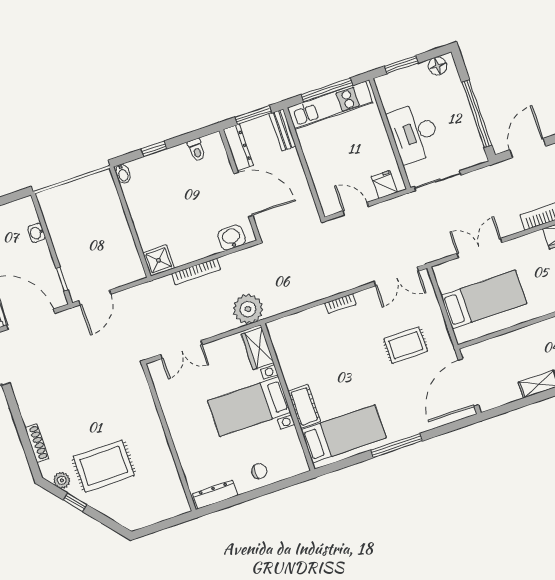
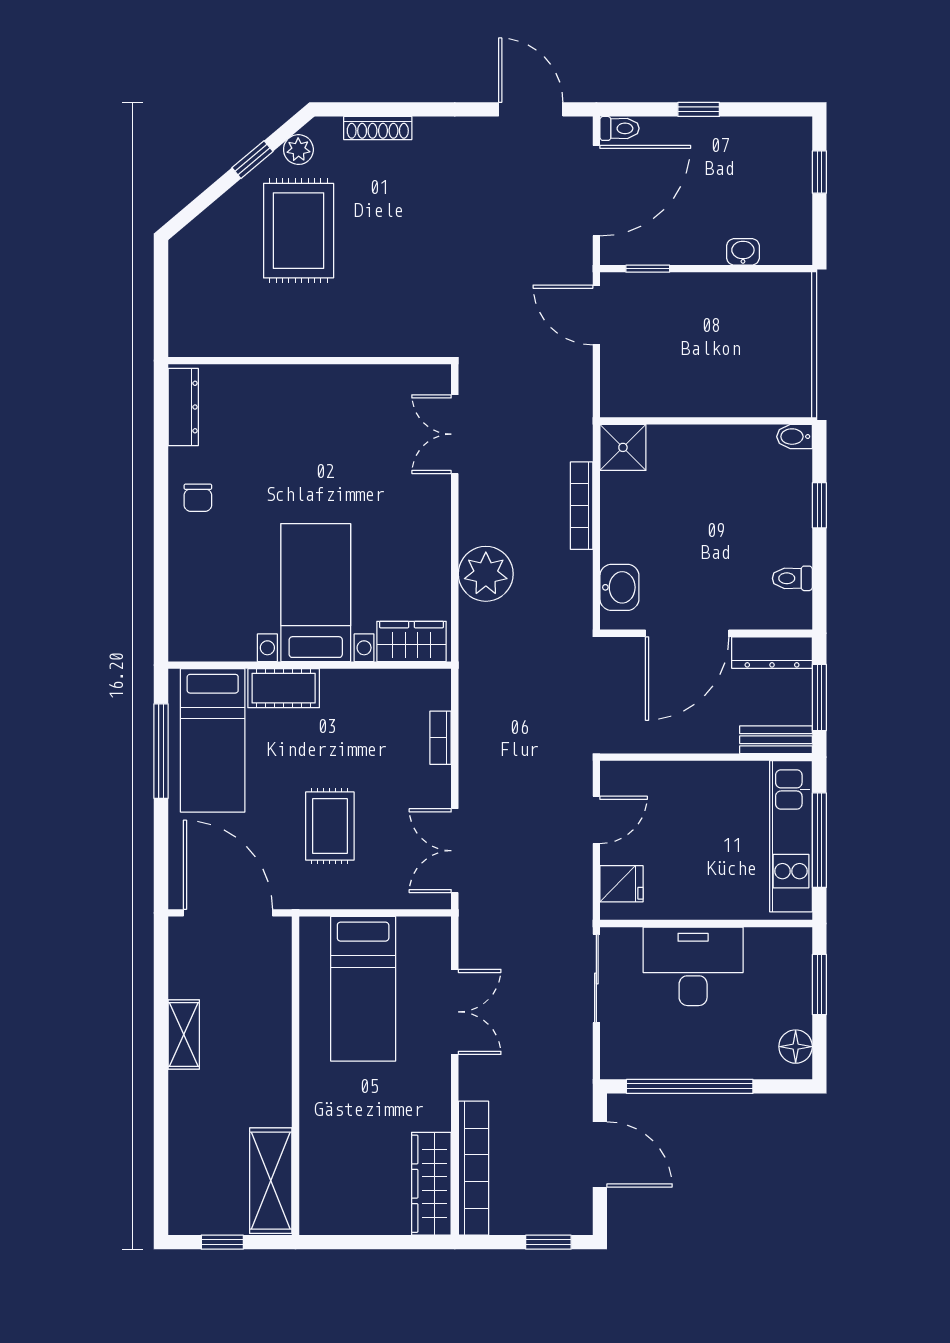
wardrobe: (258, 349) -> (411, 641), moved
wall: (288, 397) -> (310, 665), moved
cot: (304, 406) -> (284, 688), moved
bed with nightstands: (249, 407) -> (316, 593), moved
bed: (344, 434) -> (213, 740), moved

